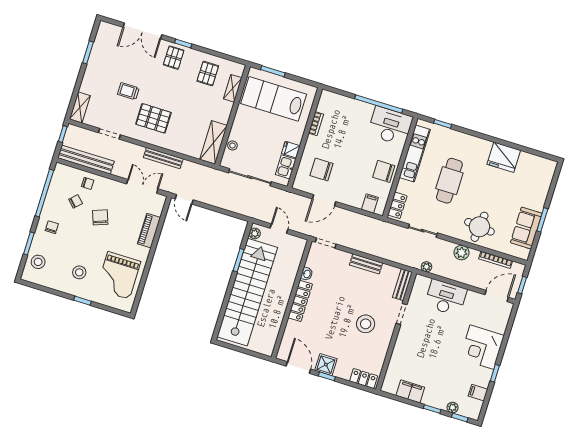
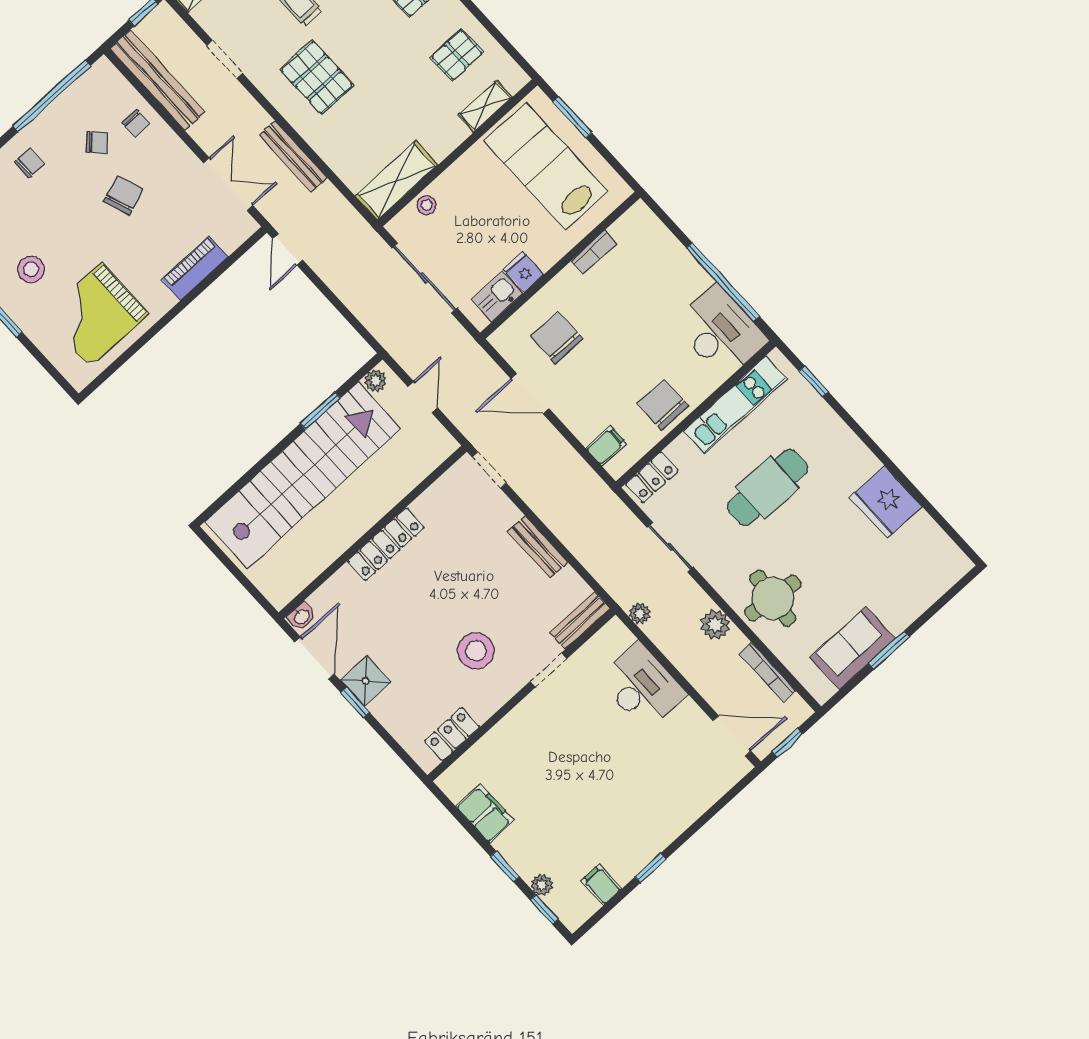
washbasin: (307, 274) -> (301, 616), moved
corner desk: (482, 347) -> (655, 810), removed
locker: (364, 379) -> (452, 734), moved, turned -90

